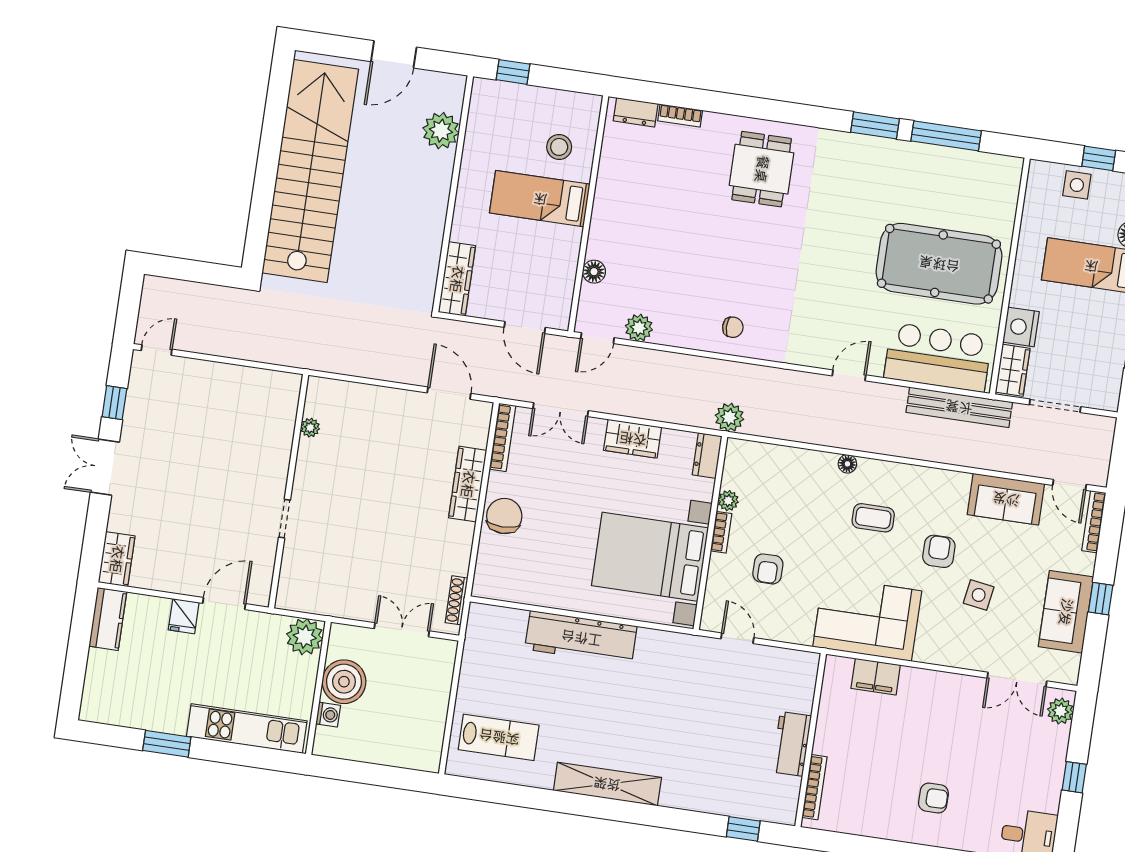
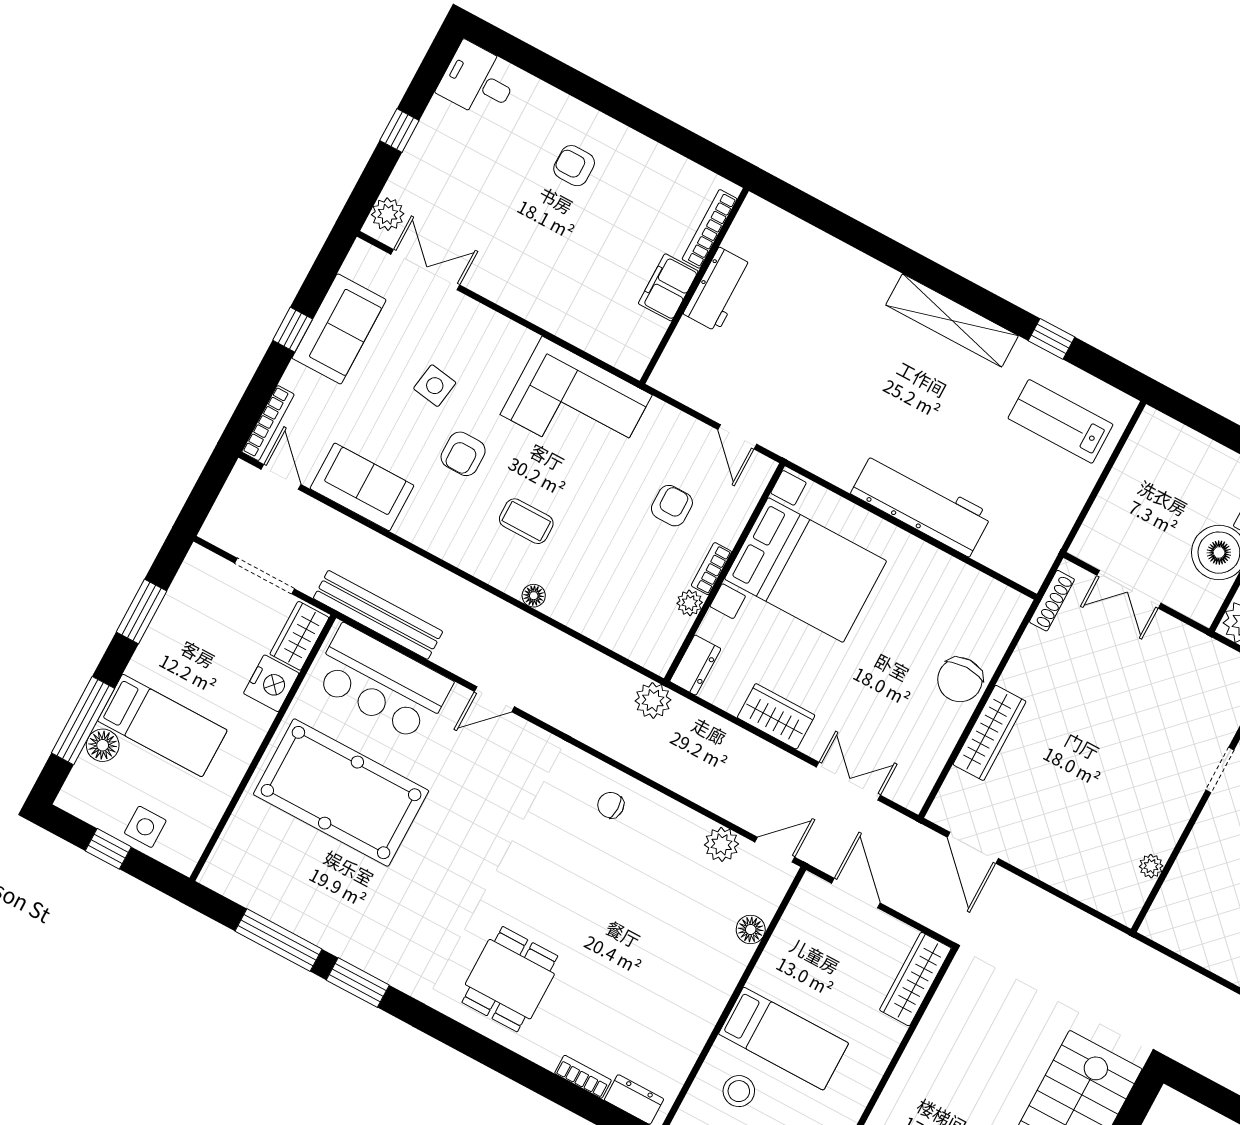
bookcase: (502, 437) -> (929, 773), removed
filing cabinet: (876, 677) -> (668, 287), moved, turned -90
window: (743, 829) -> (1051, 339), moved

